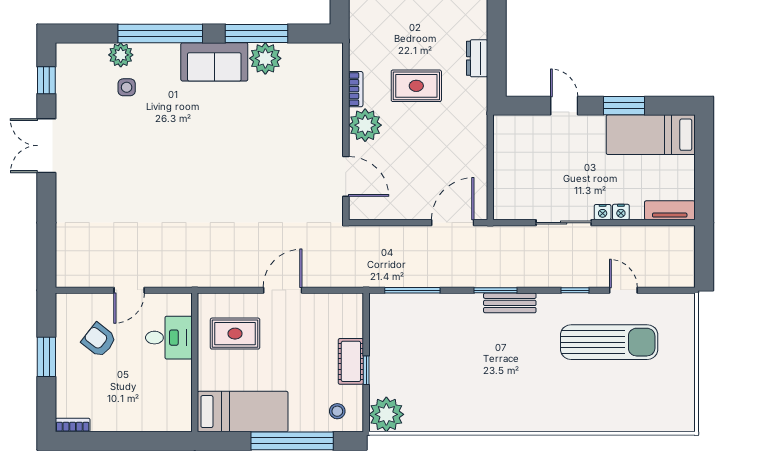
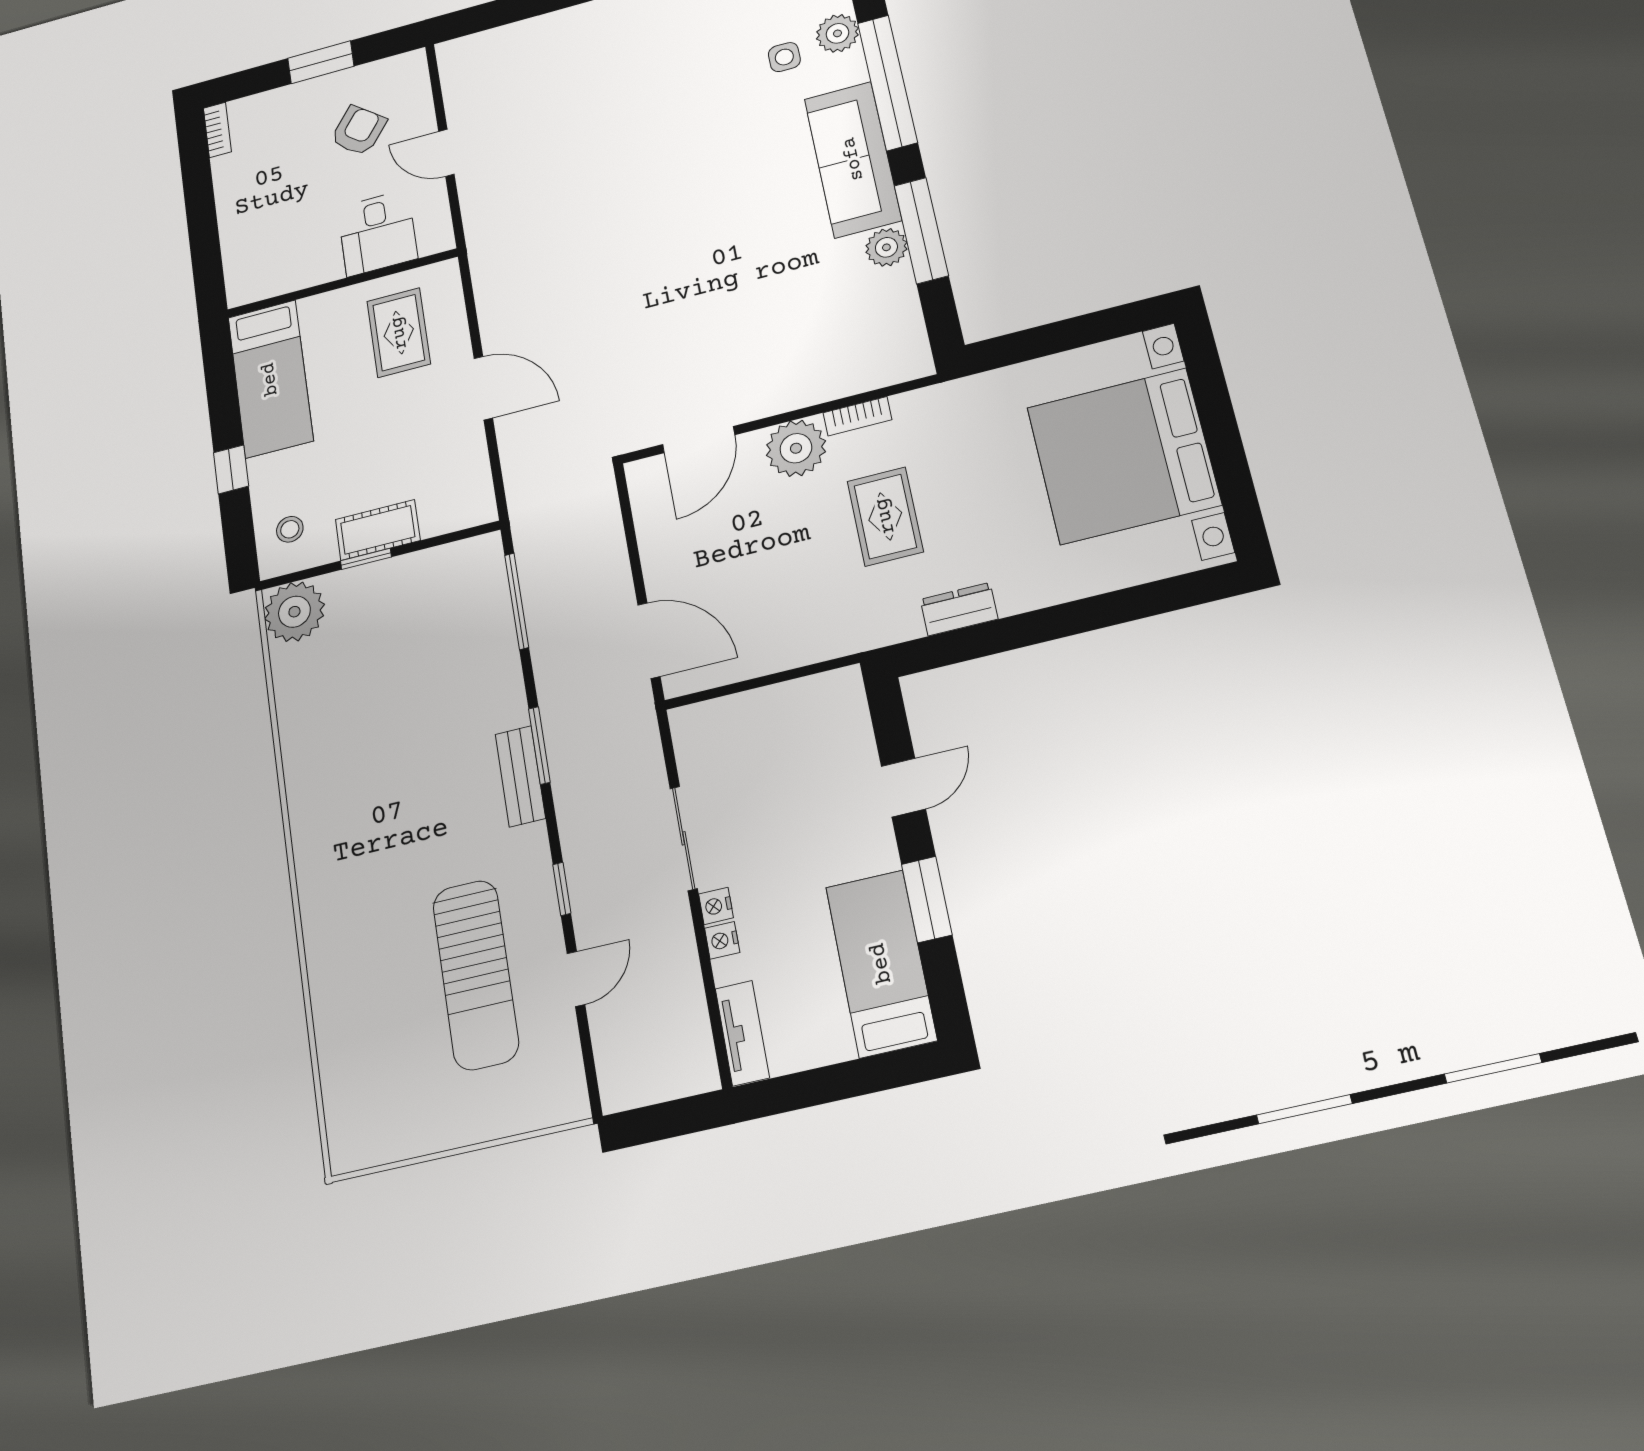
plant: (265, 58) -> (886, 247), width x0.73, depth x0.73
sofa: (214, 62) -> (853, 159), width x1.36
window: (292, 441) -> (231, 469), width x0.32

